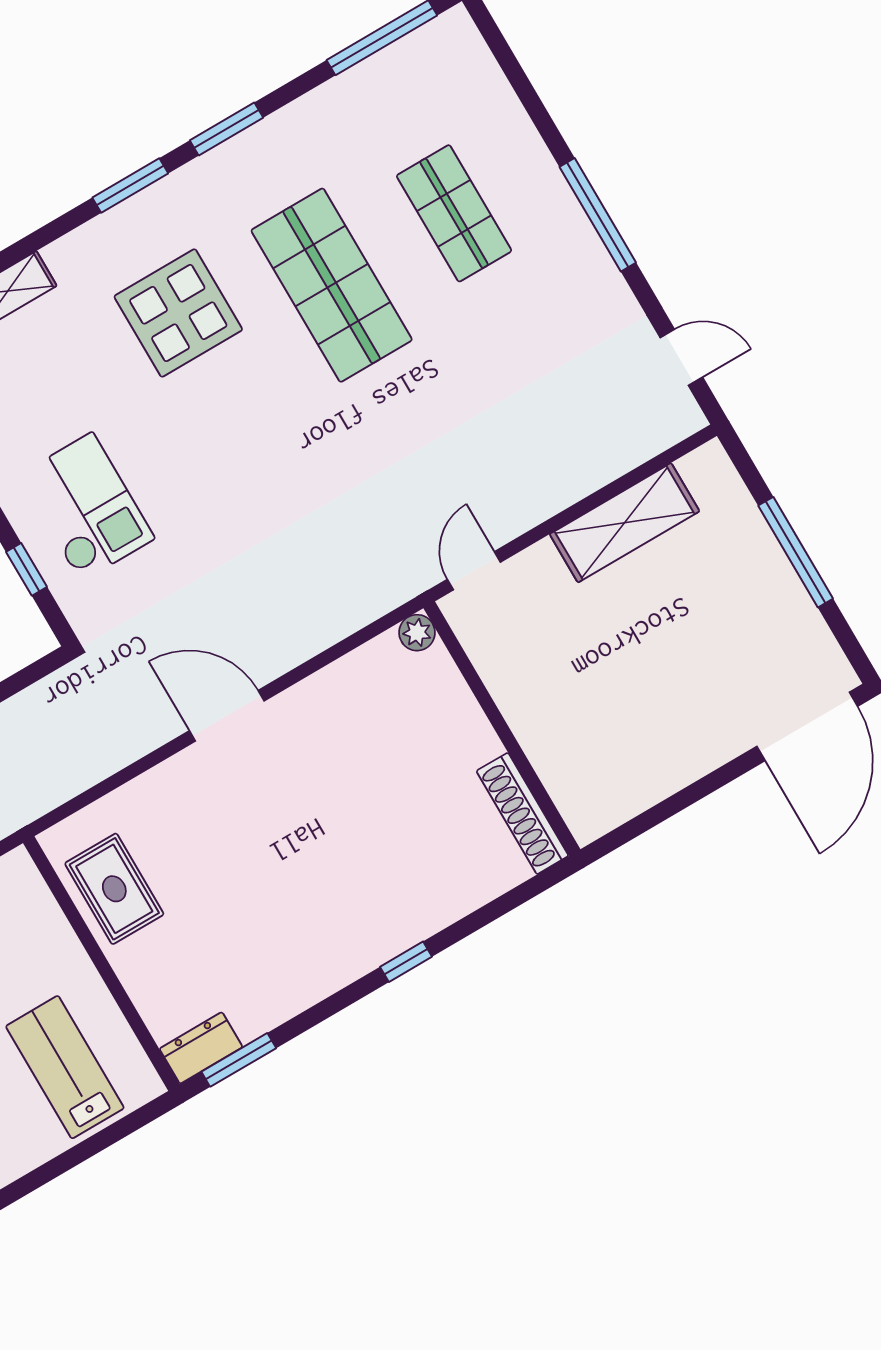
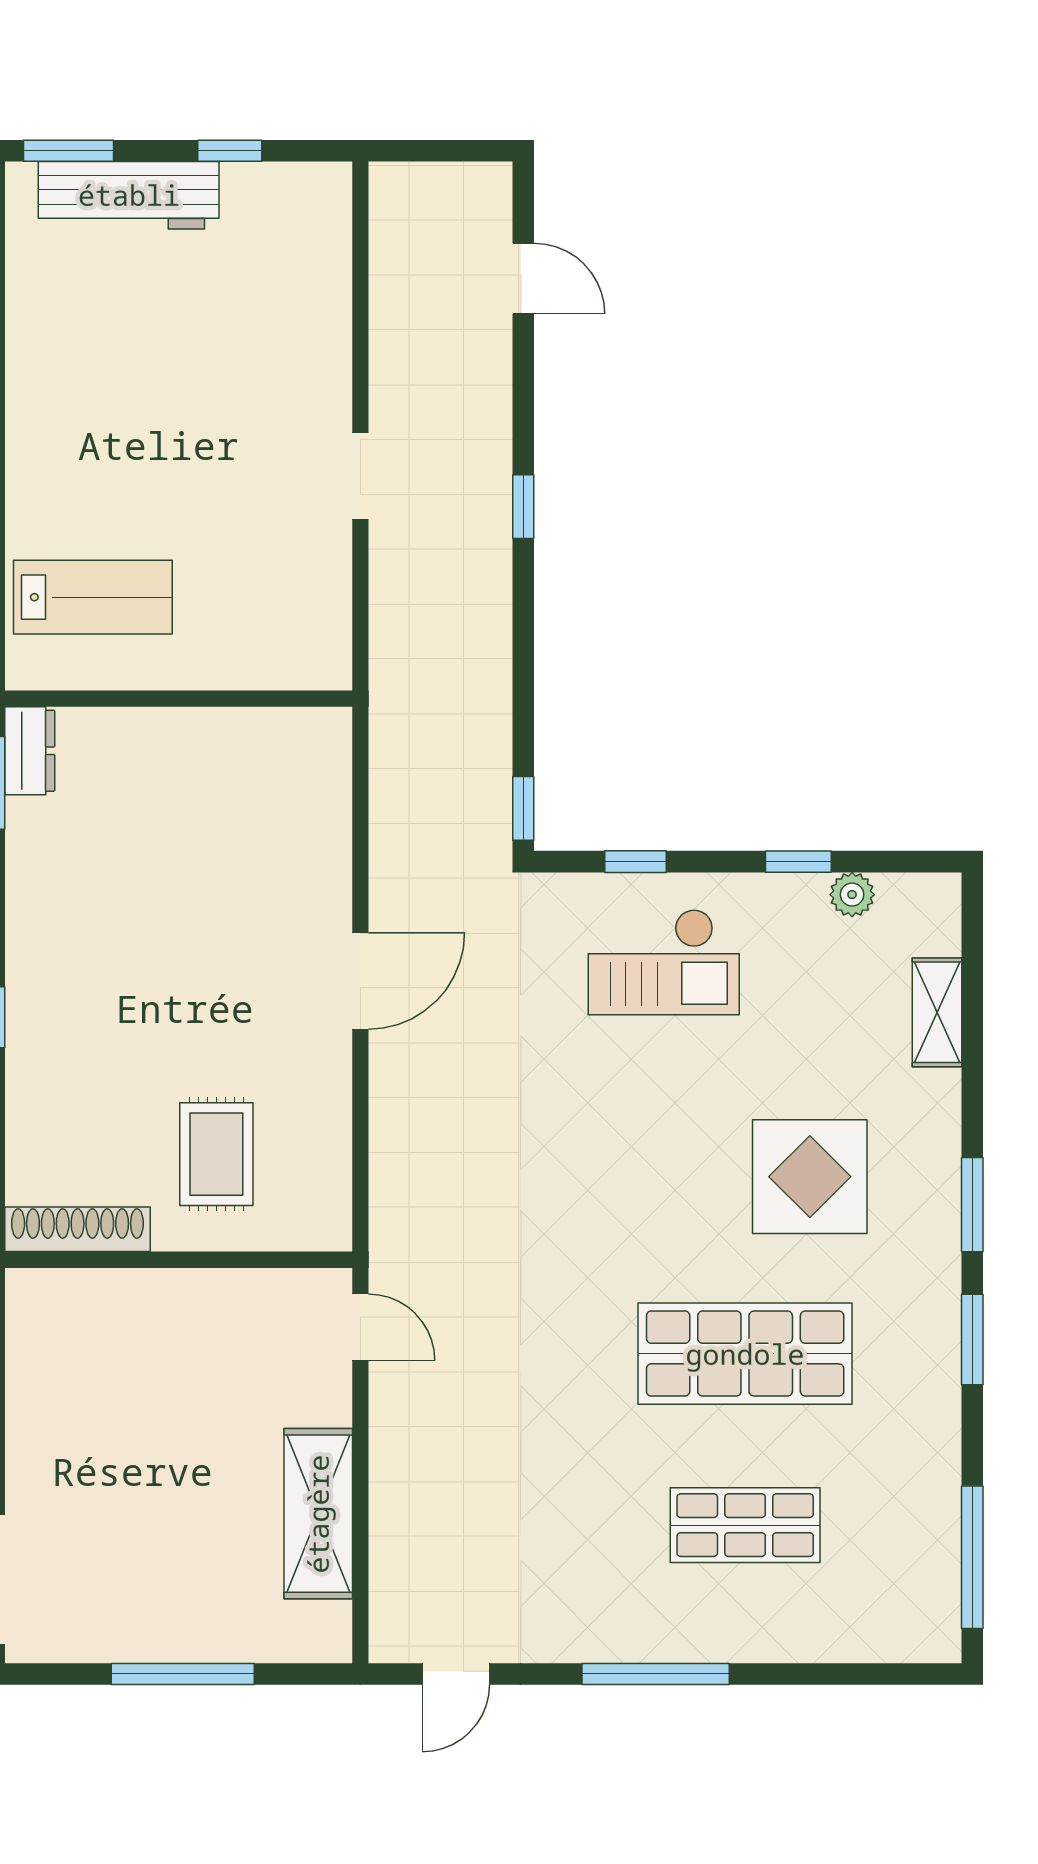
plant: (417, 633) -> (331, 1230), removed
window: (35, 672) -> (523, 808), added
rug: (114, 889) -> (216, 1154), moved, turned 90

